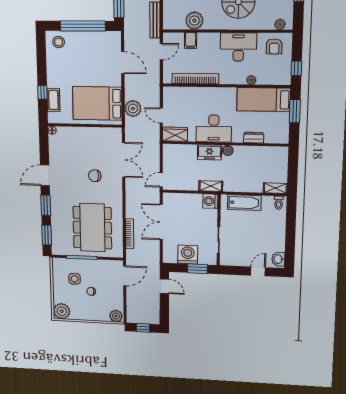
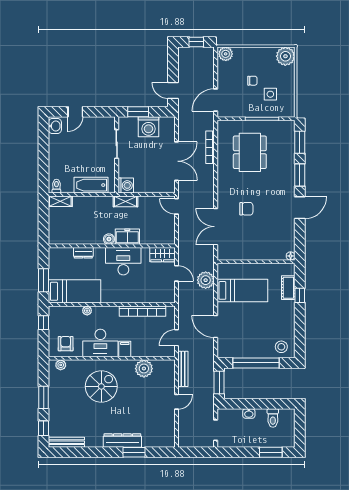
filing cabinet: (190, 40) -> (125, 349), moved
bed: (97, 103) -> (242, 290), width x0.67
door: (161, 180) -> (177, 206), swing flipped
dining table: (92, 228) -> (250, 152), width x0.73, depth x0.80

